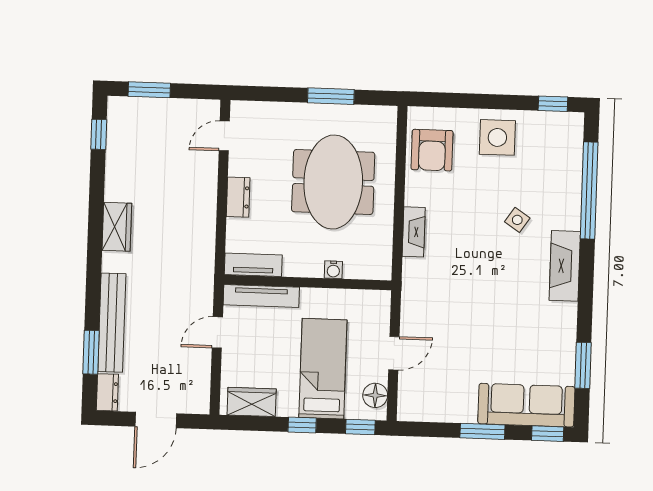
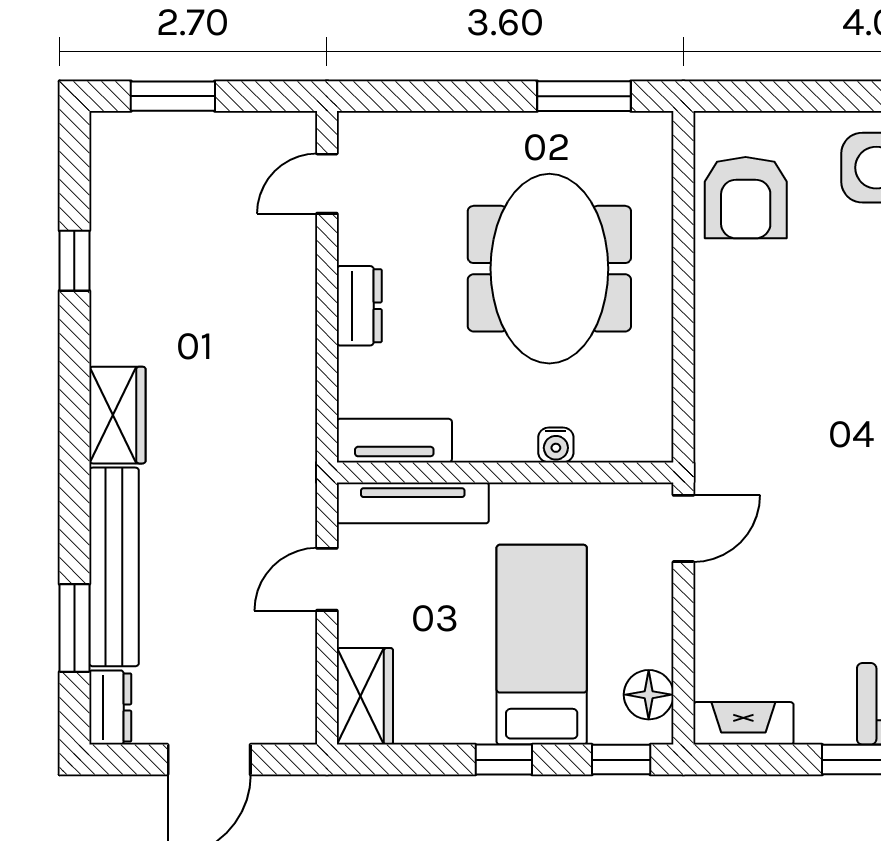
window: (331, 96) -> (584, 96), moved
window: (99, 134) -> (74, 261), moved
wardrobe: (117, 227) -> (117, 415), moved
fireplace: (414, 232) -> (743, 723), moved, turned -90
door: (394, 353) -> (683, 528), moved
wardrobe: (252, 402) -> (365, 696), moved, turned 90

